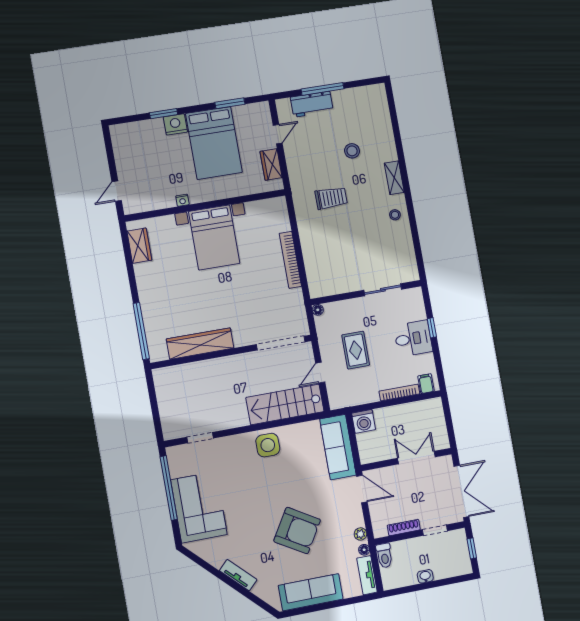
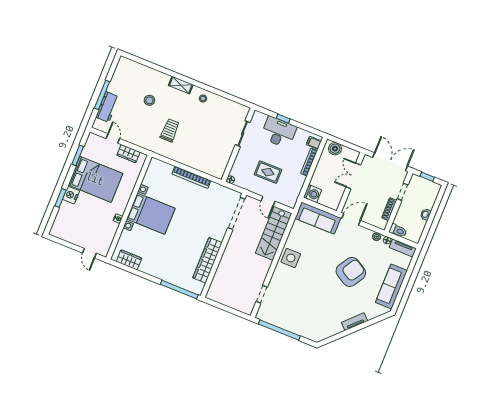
desk: (413, 339) -> (279, 132), width x1.37
boiler: (435, 414) -> (335, 149), added
corner sofa: (199, 507) -> (301, 320), removed

